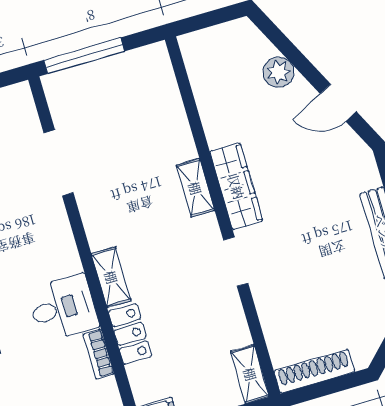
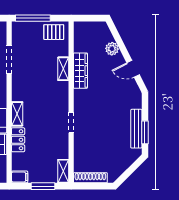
pallet: (139, 73) -> (54, 32), added
wardrobe: (236, 186) -> (80, 71), moved
shelving: (195, 188) -> (63, 69), moved

